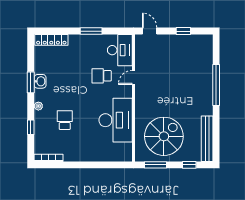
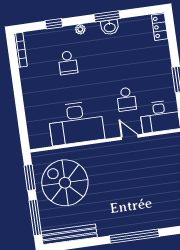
locker: (51, 40) -> (160, 27), width x0.66
school desk: (102, 76) -> (126, 99), turned 180
school desk: (65, 120) -> (68, 63), turned 90
spiral stairs: (164, 136) -> (65, 183), turned 180
window: (189, 165) -> (35, 217), width x2.17

